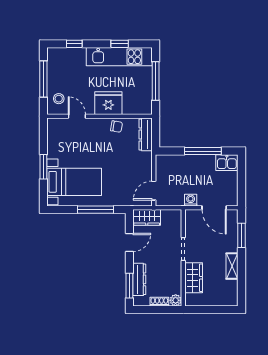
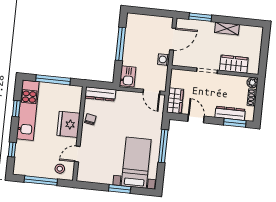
kitchen sink: (227, 163) -> (128, 76), moved

